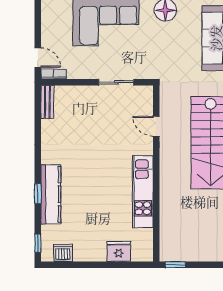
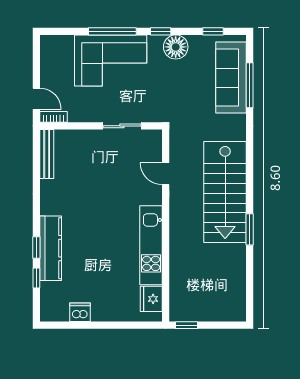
bench: (47, 102) -> (47, 154), width x1.36
window: (38, 243) -> (36, 278), moved
fridge: (119, 252) -> (151, 299), moved, turned -90
dishwasher: (63, 253) -> (80, 312), moved

